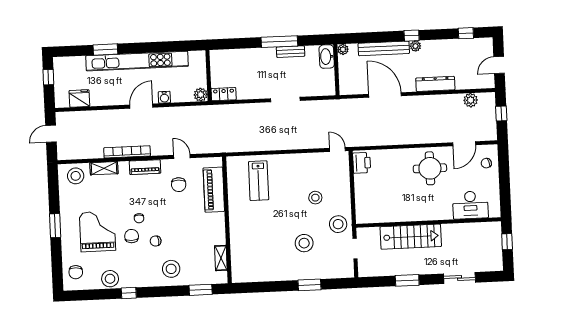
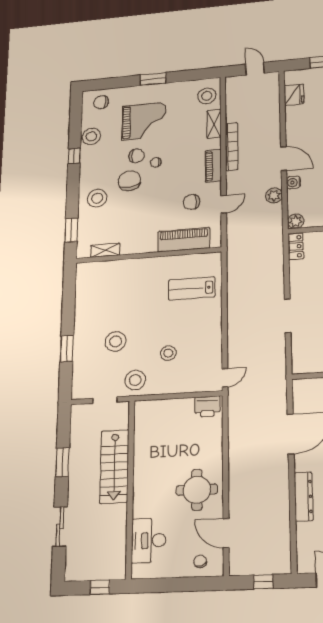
plant: (471, 100) -> (274, 195), moved
chair: (156, 241) -> (129, 181), width x1.87, depth x1.87

